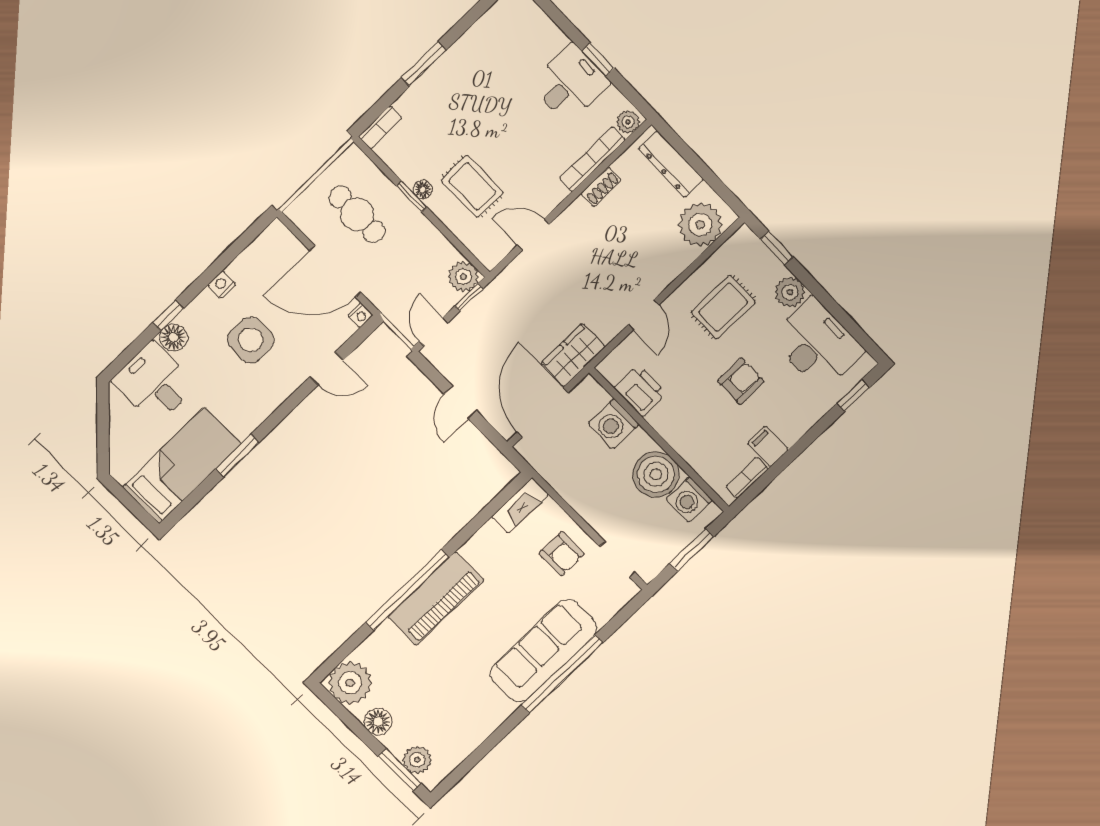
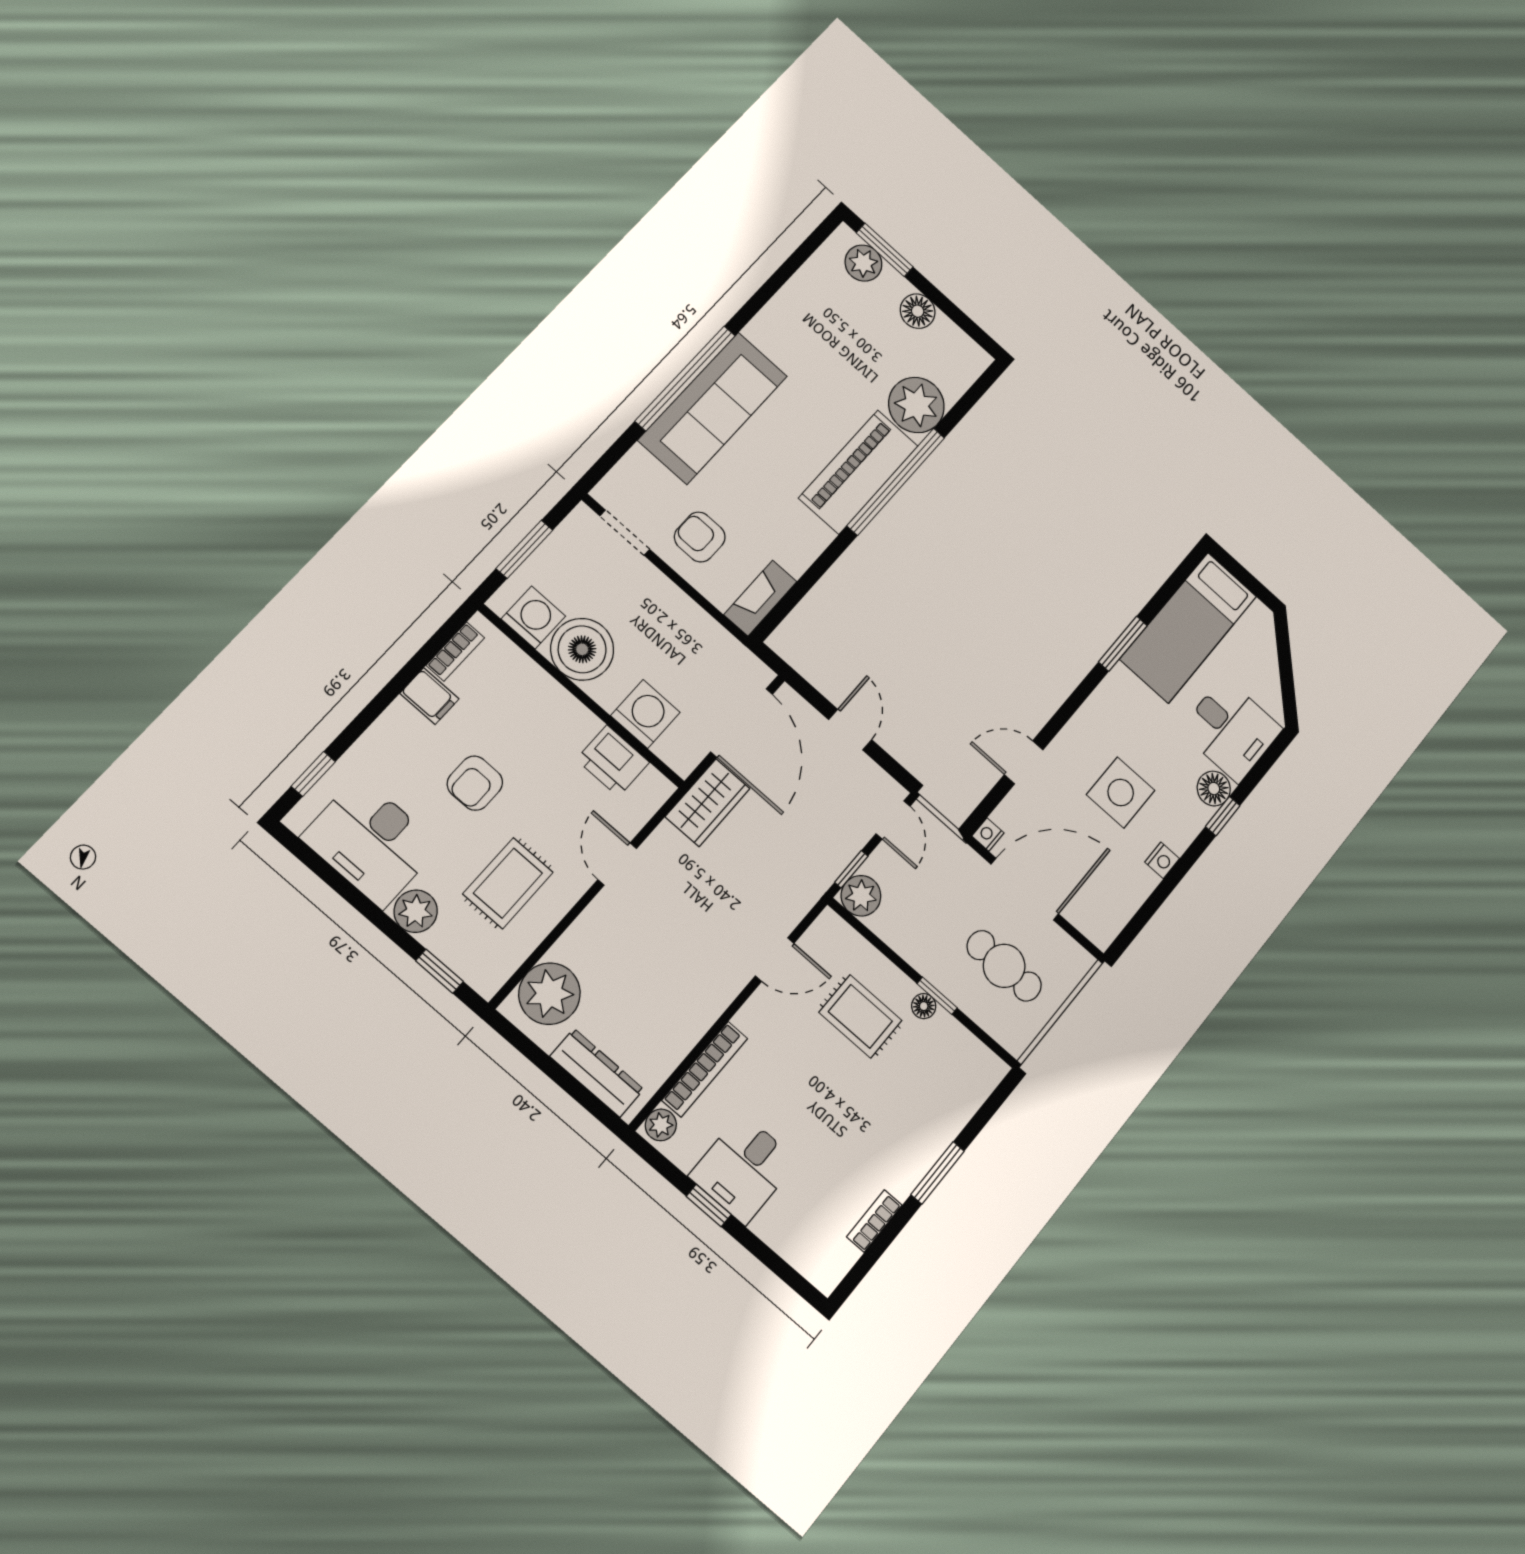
bookcase: (380, 127) -> (874, 1221), moved
shoe rack: (601, 187) -> (690, 1033), removed
plant: (350, 683) -> (916, 405), moved

